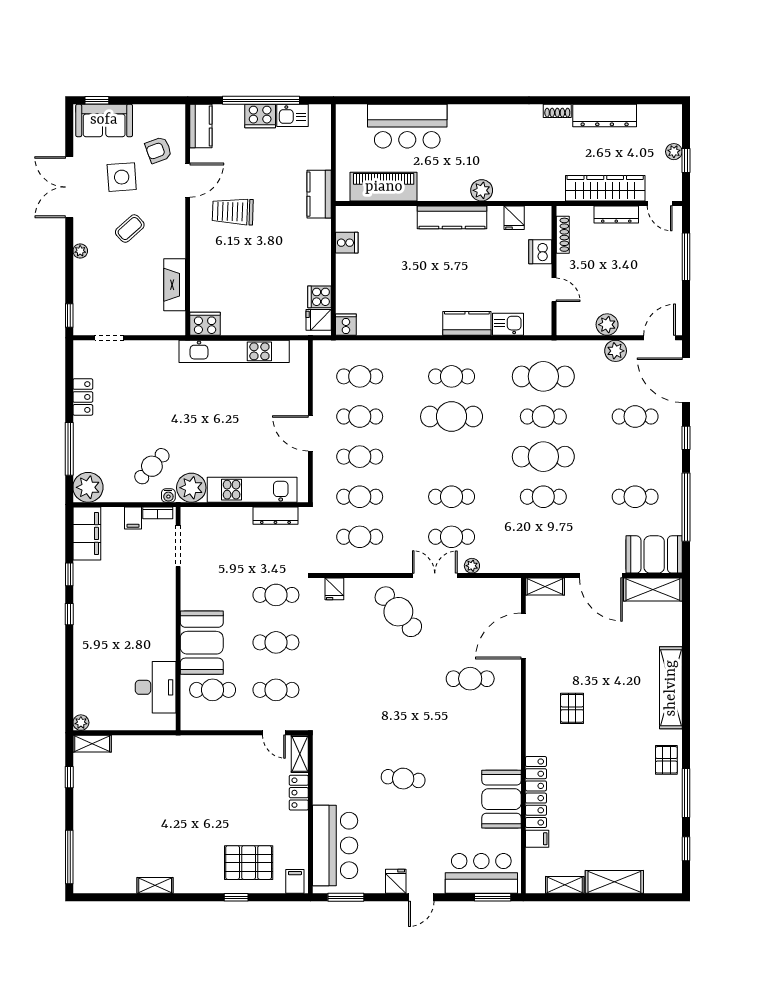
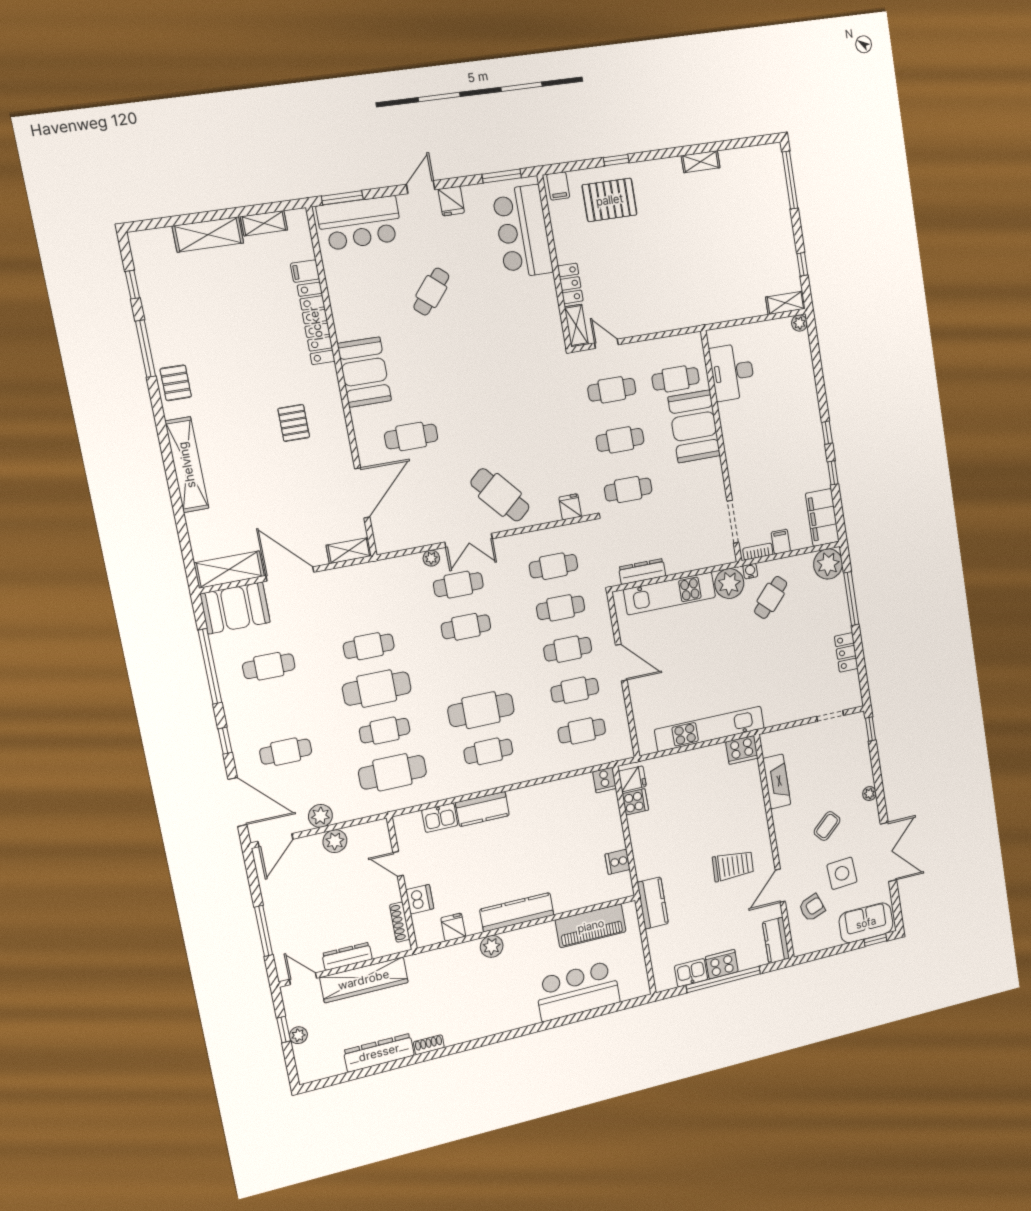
cafe table: (403, 779) -> (431, 292), moved, turned -57
booth: (501, 799) -> (364, 372), moved

